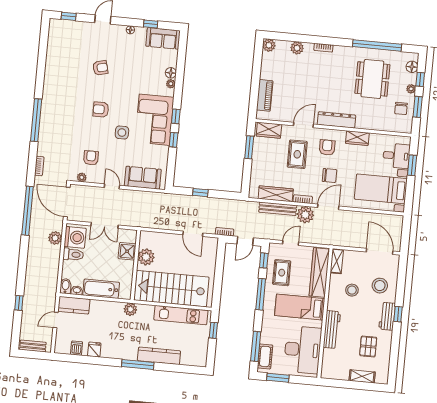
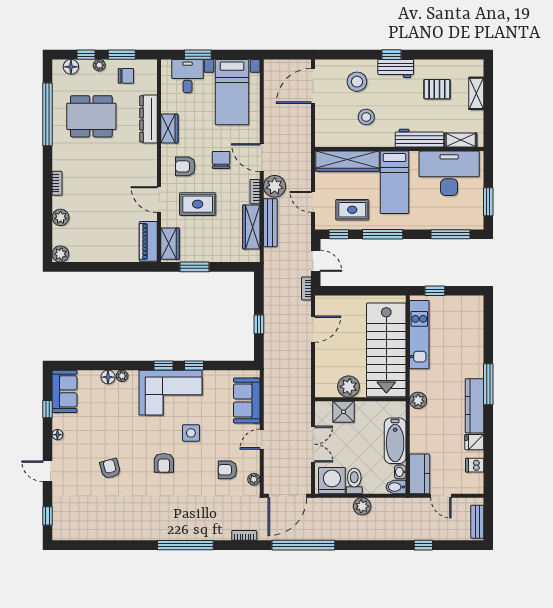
piano: (265, 95) -> (148, 241), moved, turned -90
dresser: (336, 120) -> (149, 119), moved
plant: (55, 238) -> (362, 506), moved
shelving: (337, 261) -> (461, 140), moved
kitchen counter: (159, 356) -> (475, 406), moved
cot: (265, 356) -> (462, 221), removed

